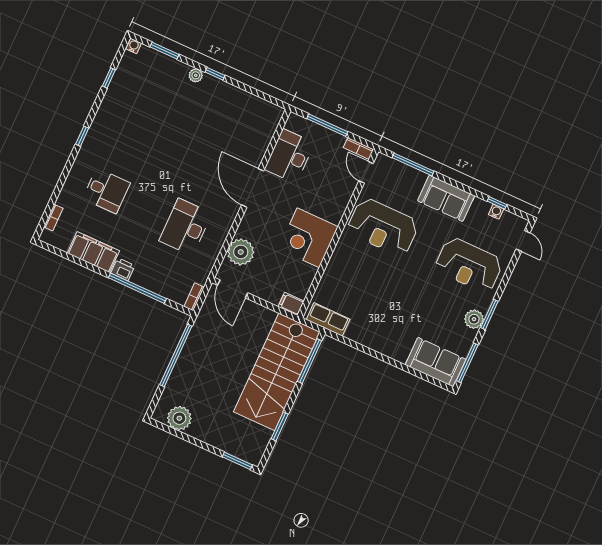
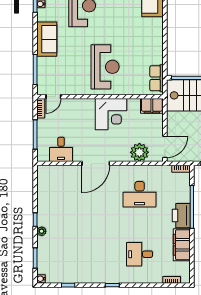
desk: (289, 156) -> (61, 149), width x0.73
desk: (106, 191) -> (140, 254), turned -90
reception desk: (383, 227) -> (105, 67), moved
printer: (123, 269) -> (181, 216), width x1.87, depth x1.48
filing cabinet: (291, 304) -> (152, 106), width x2.00

